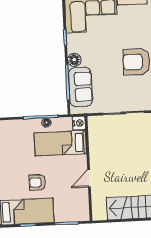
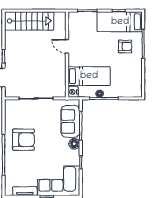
door: (89, 178) -> (67, 46), swing flipped
armchair: (37, 182) -> (125, 46), moved

